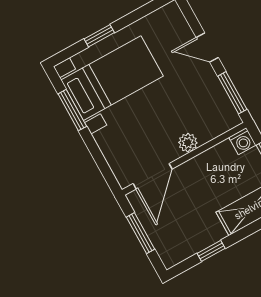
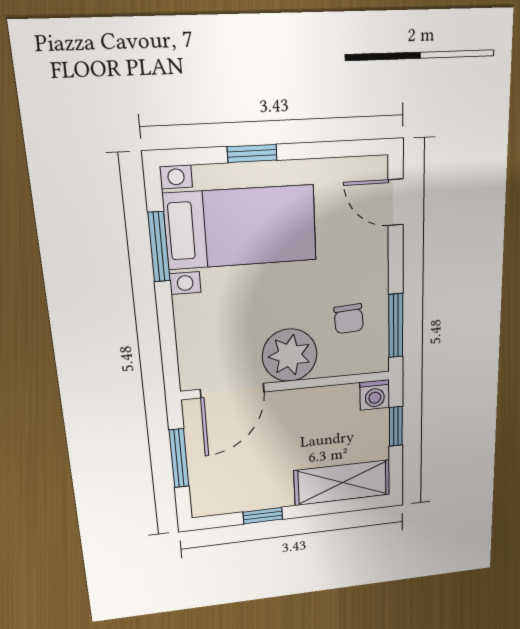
door: (207, 47) -> (396, 202), moved
chair: (201, 102) -> (349, 319), added
plant: (188, 143) -> (290, 355), width x1.87, depth x1.87

